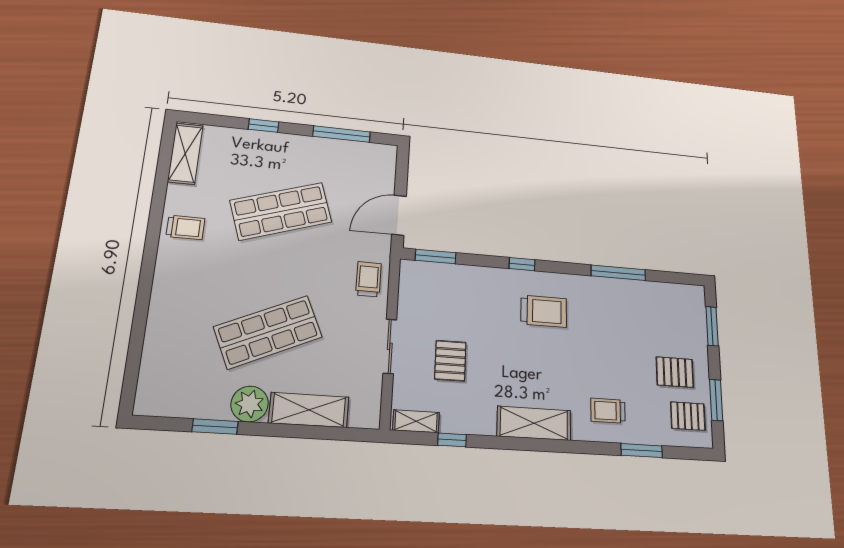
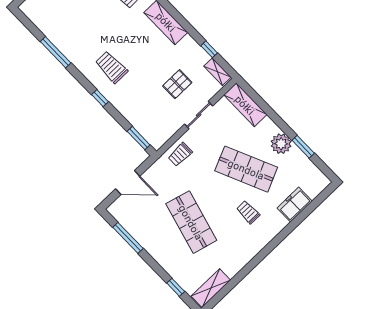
window: (264, 126) -> (176, 287), moved
shop shelf: (281, 211) -> (191, 222), turned 33
door: (399, 215) -> (128, 182), moved
trolley: (186, 227) -> (248, 212), moved
freezer: (161, 341) -> (295, 205), added
shelving: (309, 410) -> (245, 105), moved

